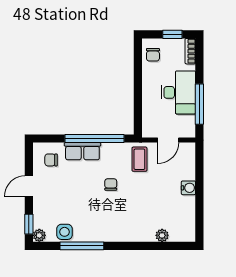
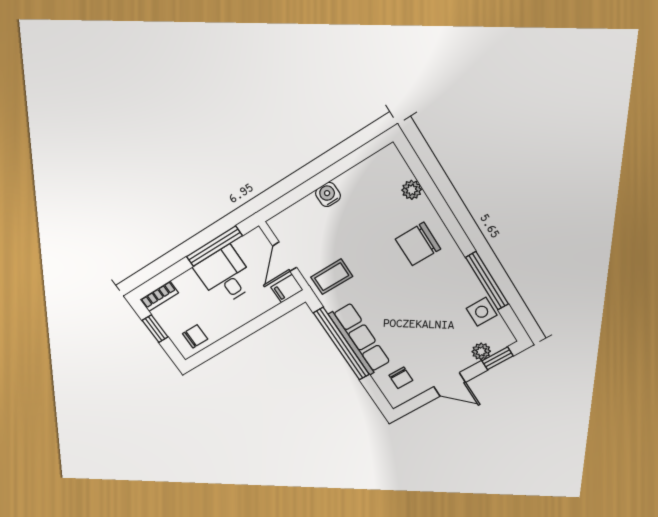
desk: (178, 92) -> (225, 276), width x0.73
filing cabinet: (148, 129) -> (287, 289), added
door: (168, 140) -> (285, 257), swing flipped
row of seats: (82, 151) -> (360, 339), width x1.48
chair: (111, 184) -> (418, 244), moved, width x1.87, depth x1.87
plant: (39, 235) -> (481, 351), moved

